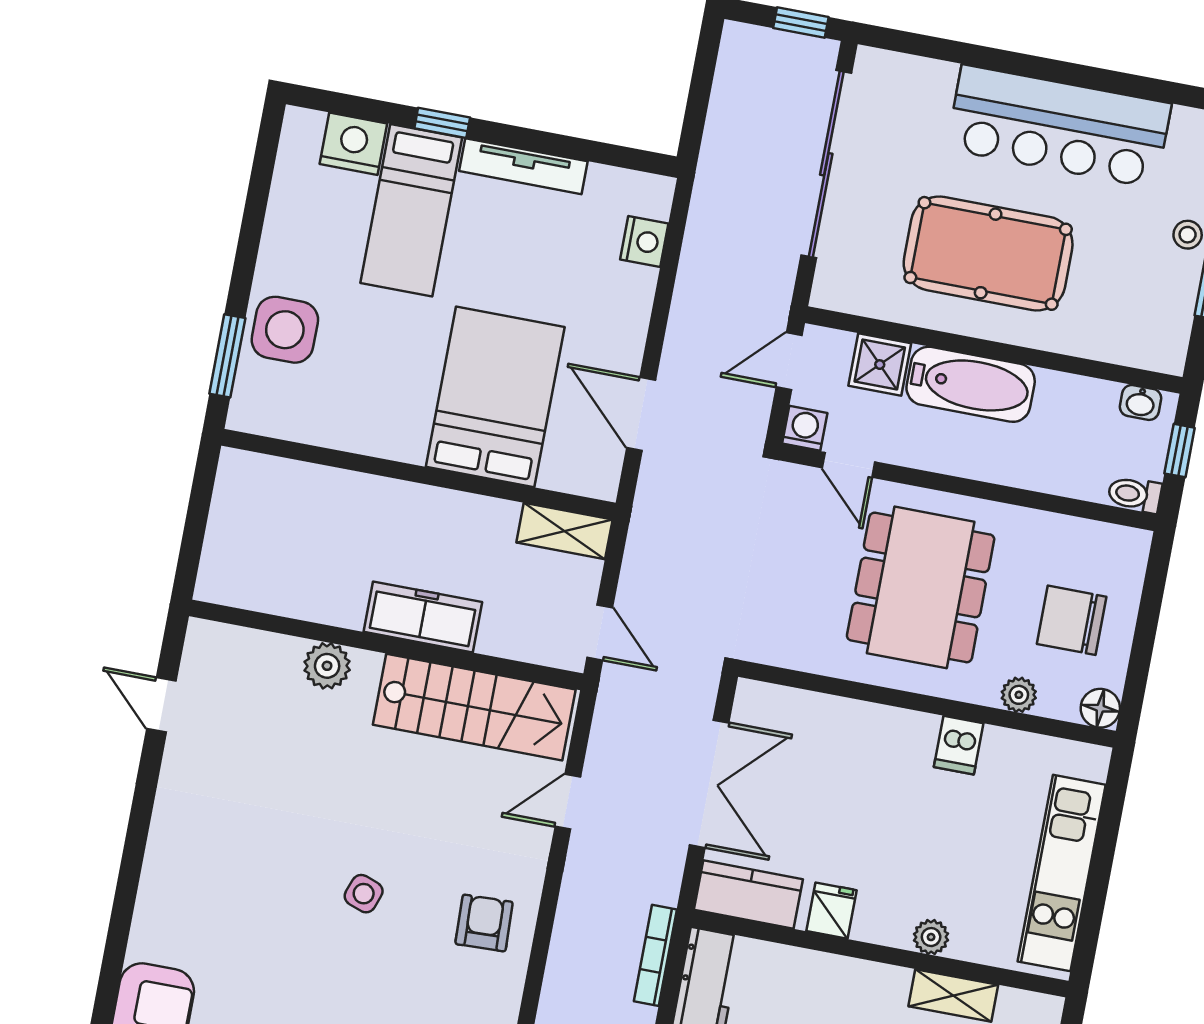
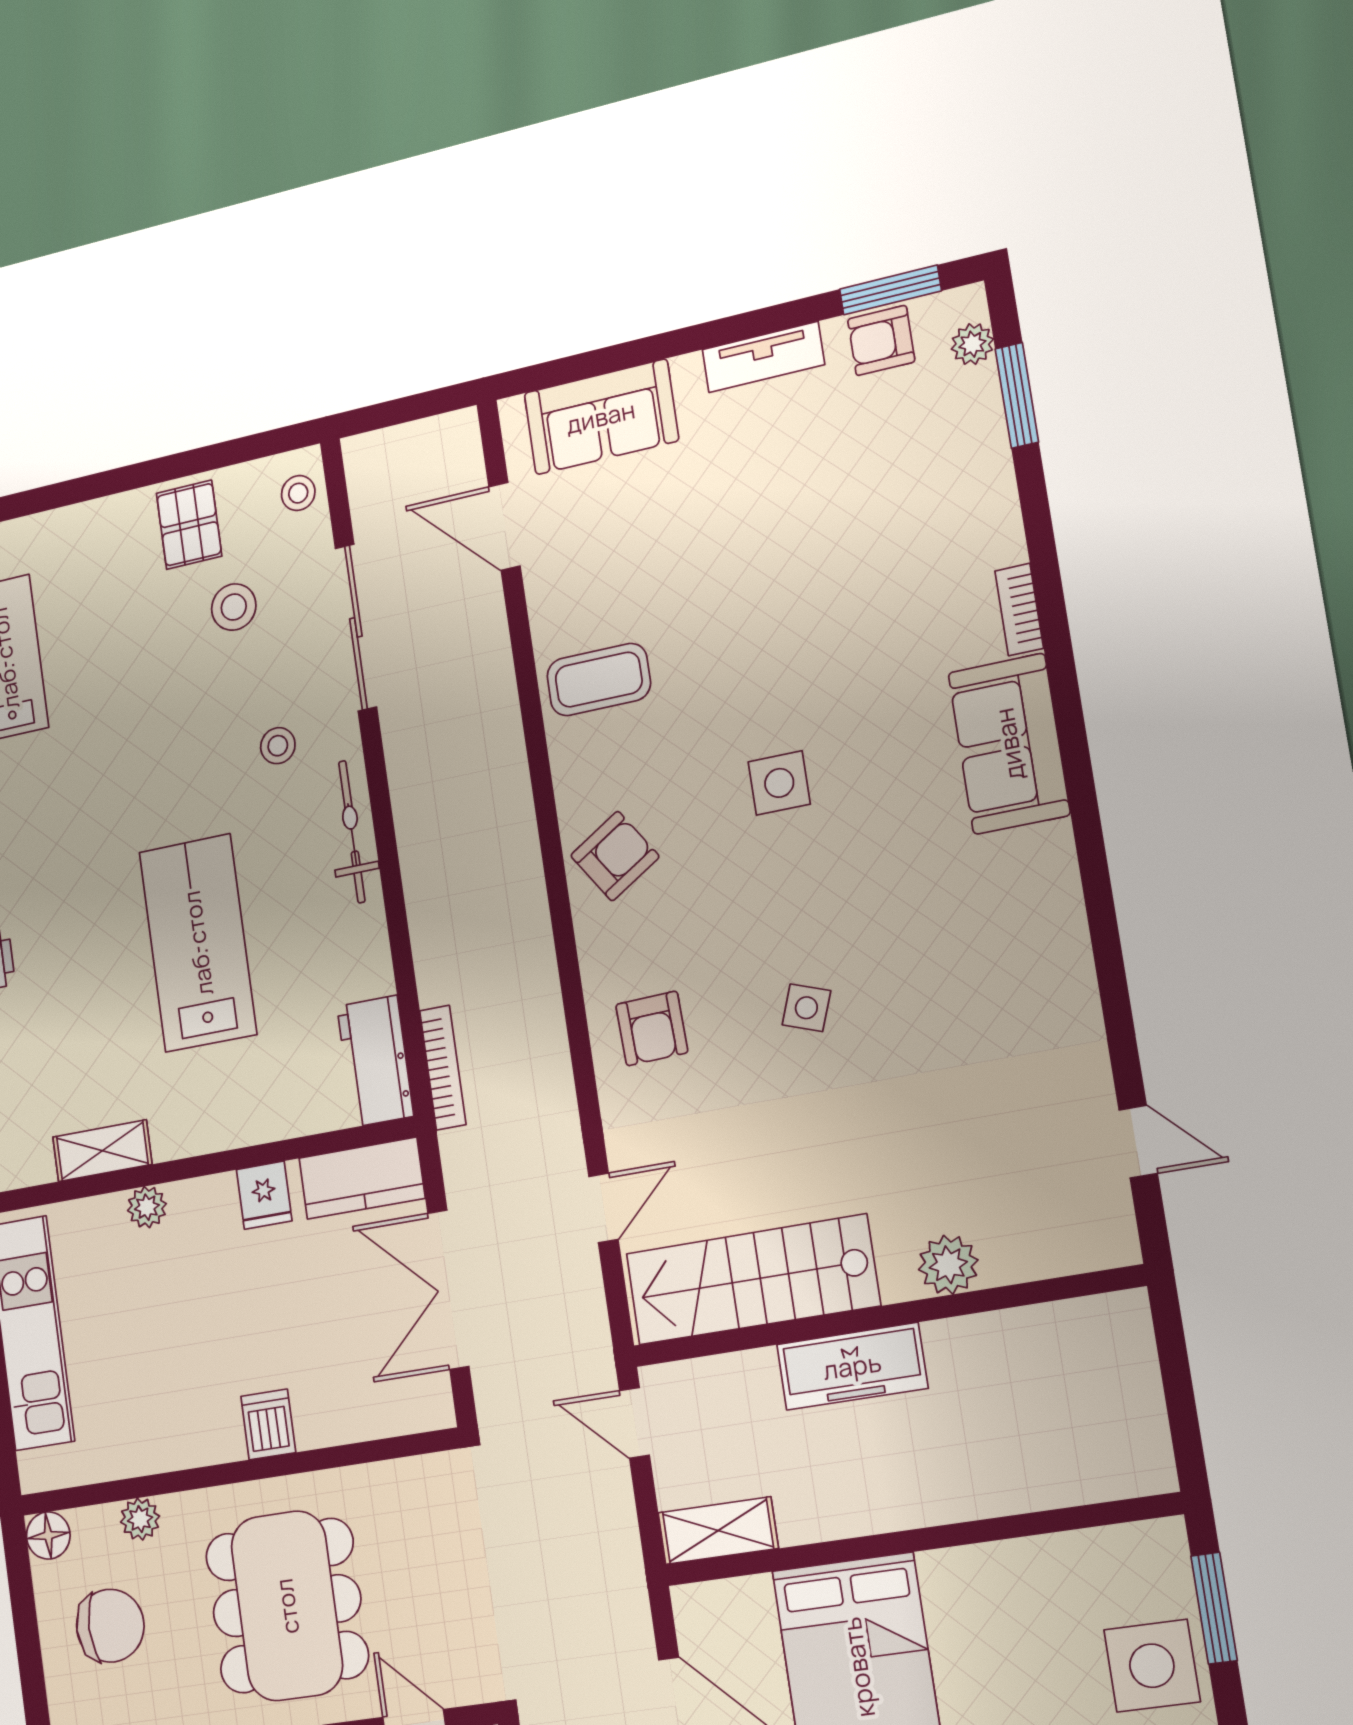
dishwasher: (959, 745) -> (268, 1424), moved

